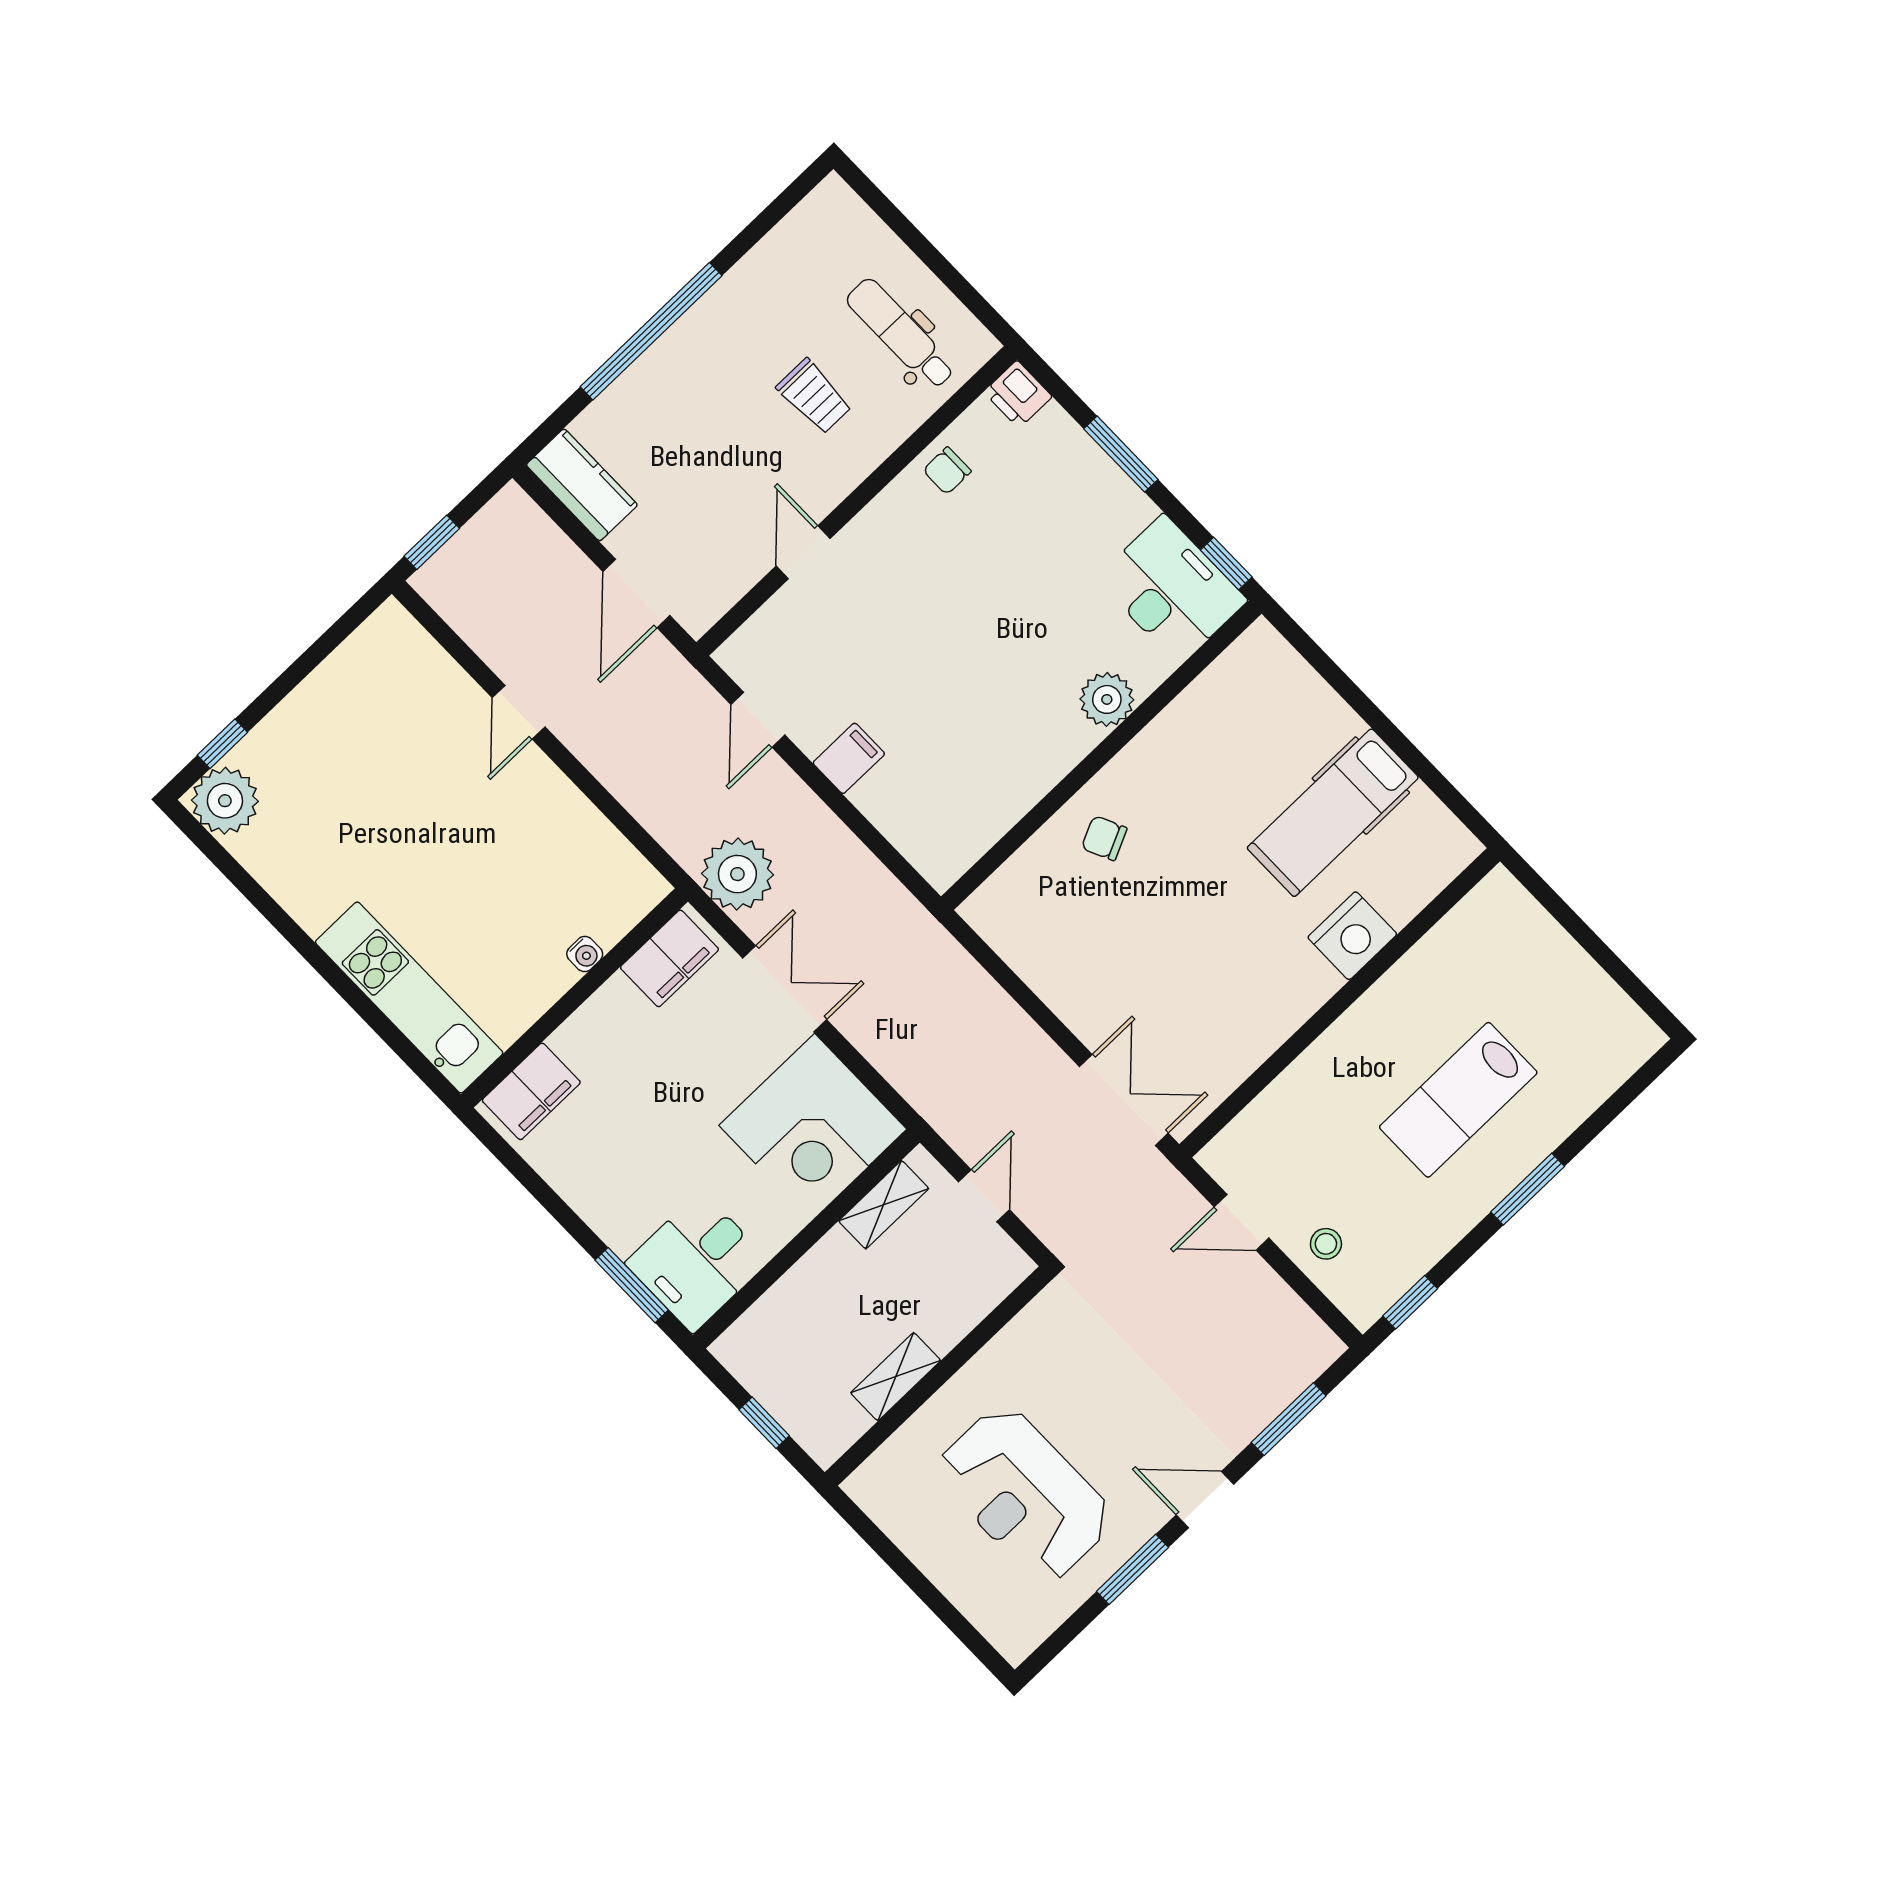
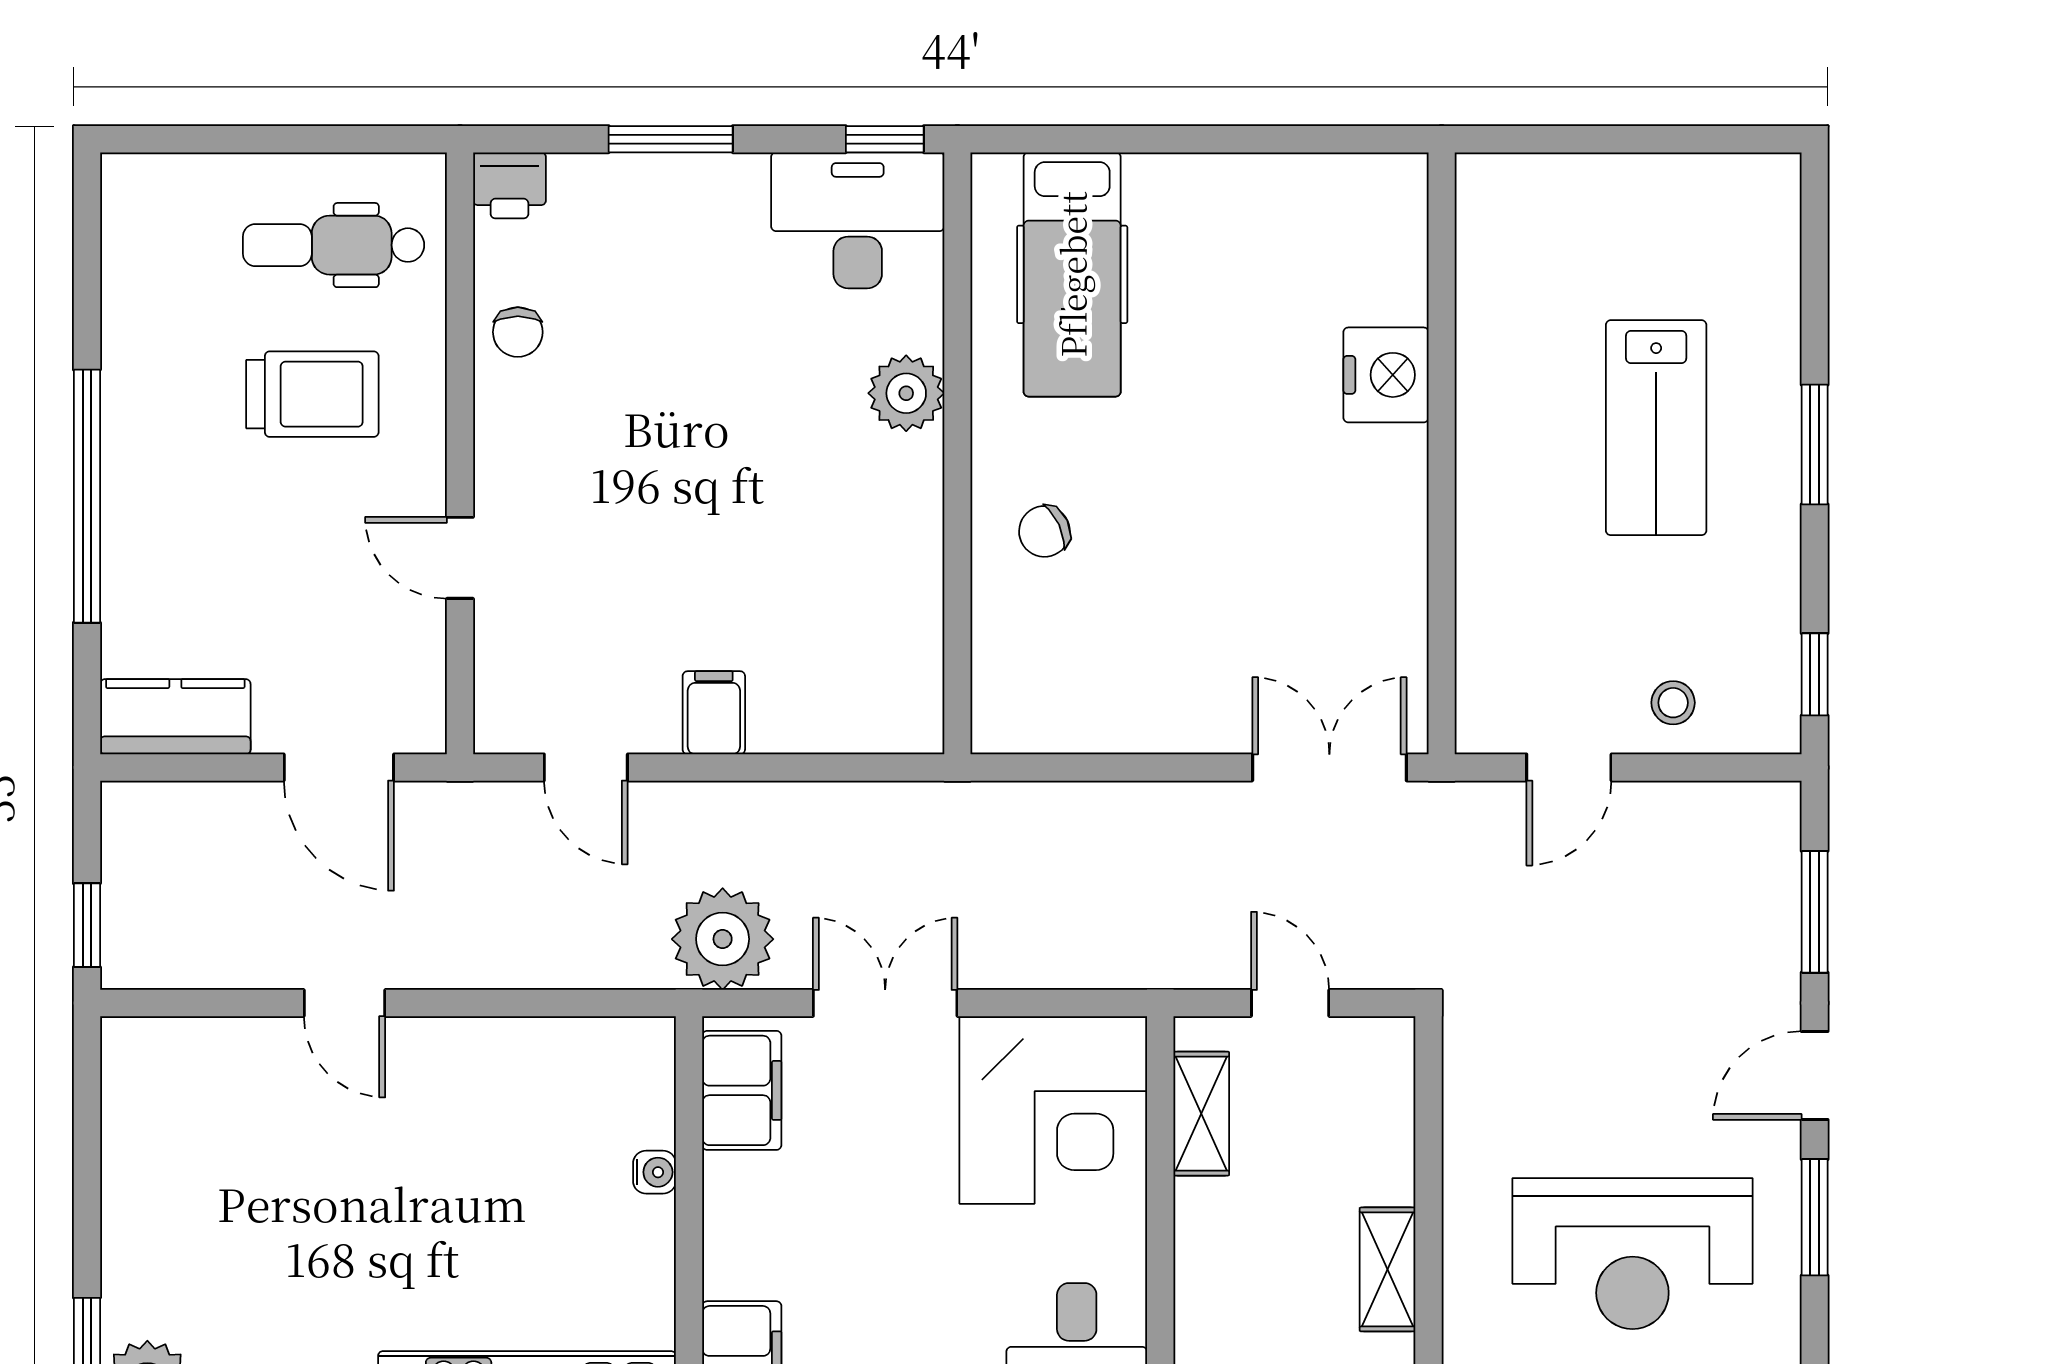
trolley: (814, 396) -> (312, 394), width x1.36, depth x1.39
hospital bed: (1333, 813) -> (1072, 274), moved

